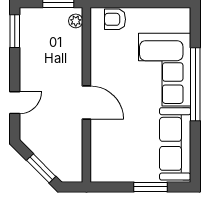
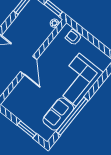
window: (195, 84) -> (72, 116), moved
sofa: (175, 144) -> (58, 114), width x0.73

